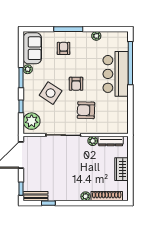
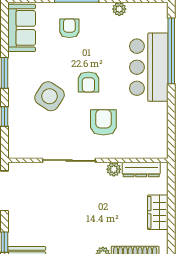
plant: (28, 69) -> (15, 60), removed
armchair: (86, 110) -> (103, 122), turned 88
plant: (32, 121) -> (21, 139), removed

